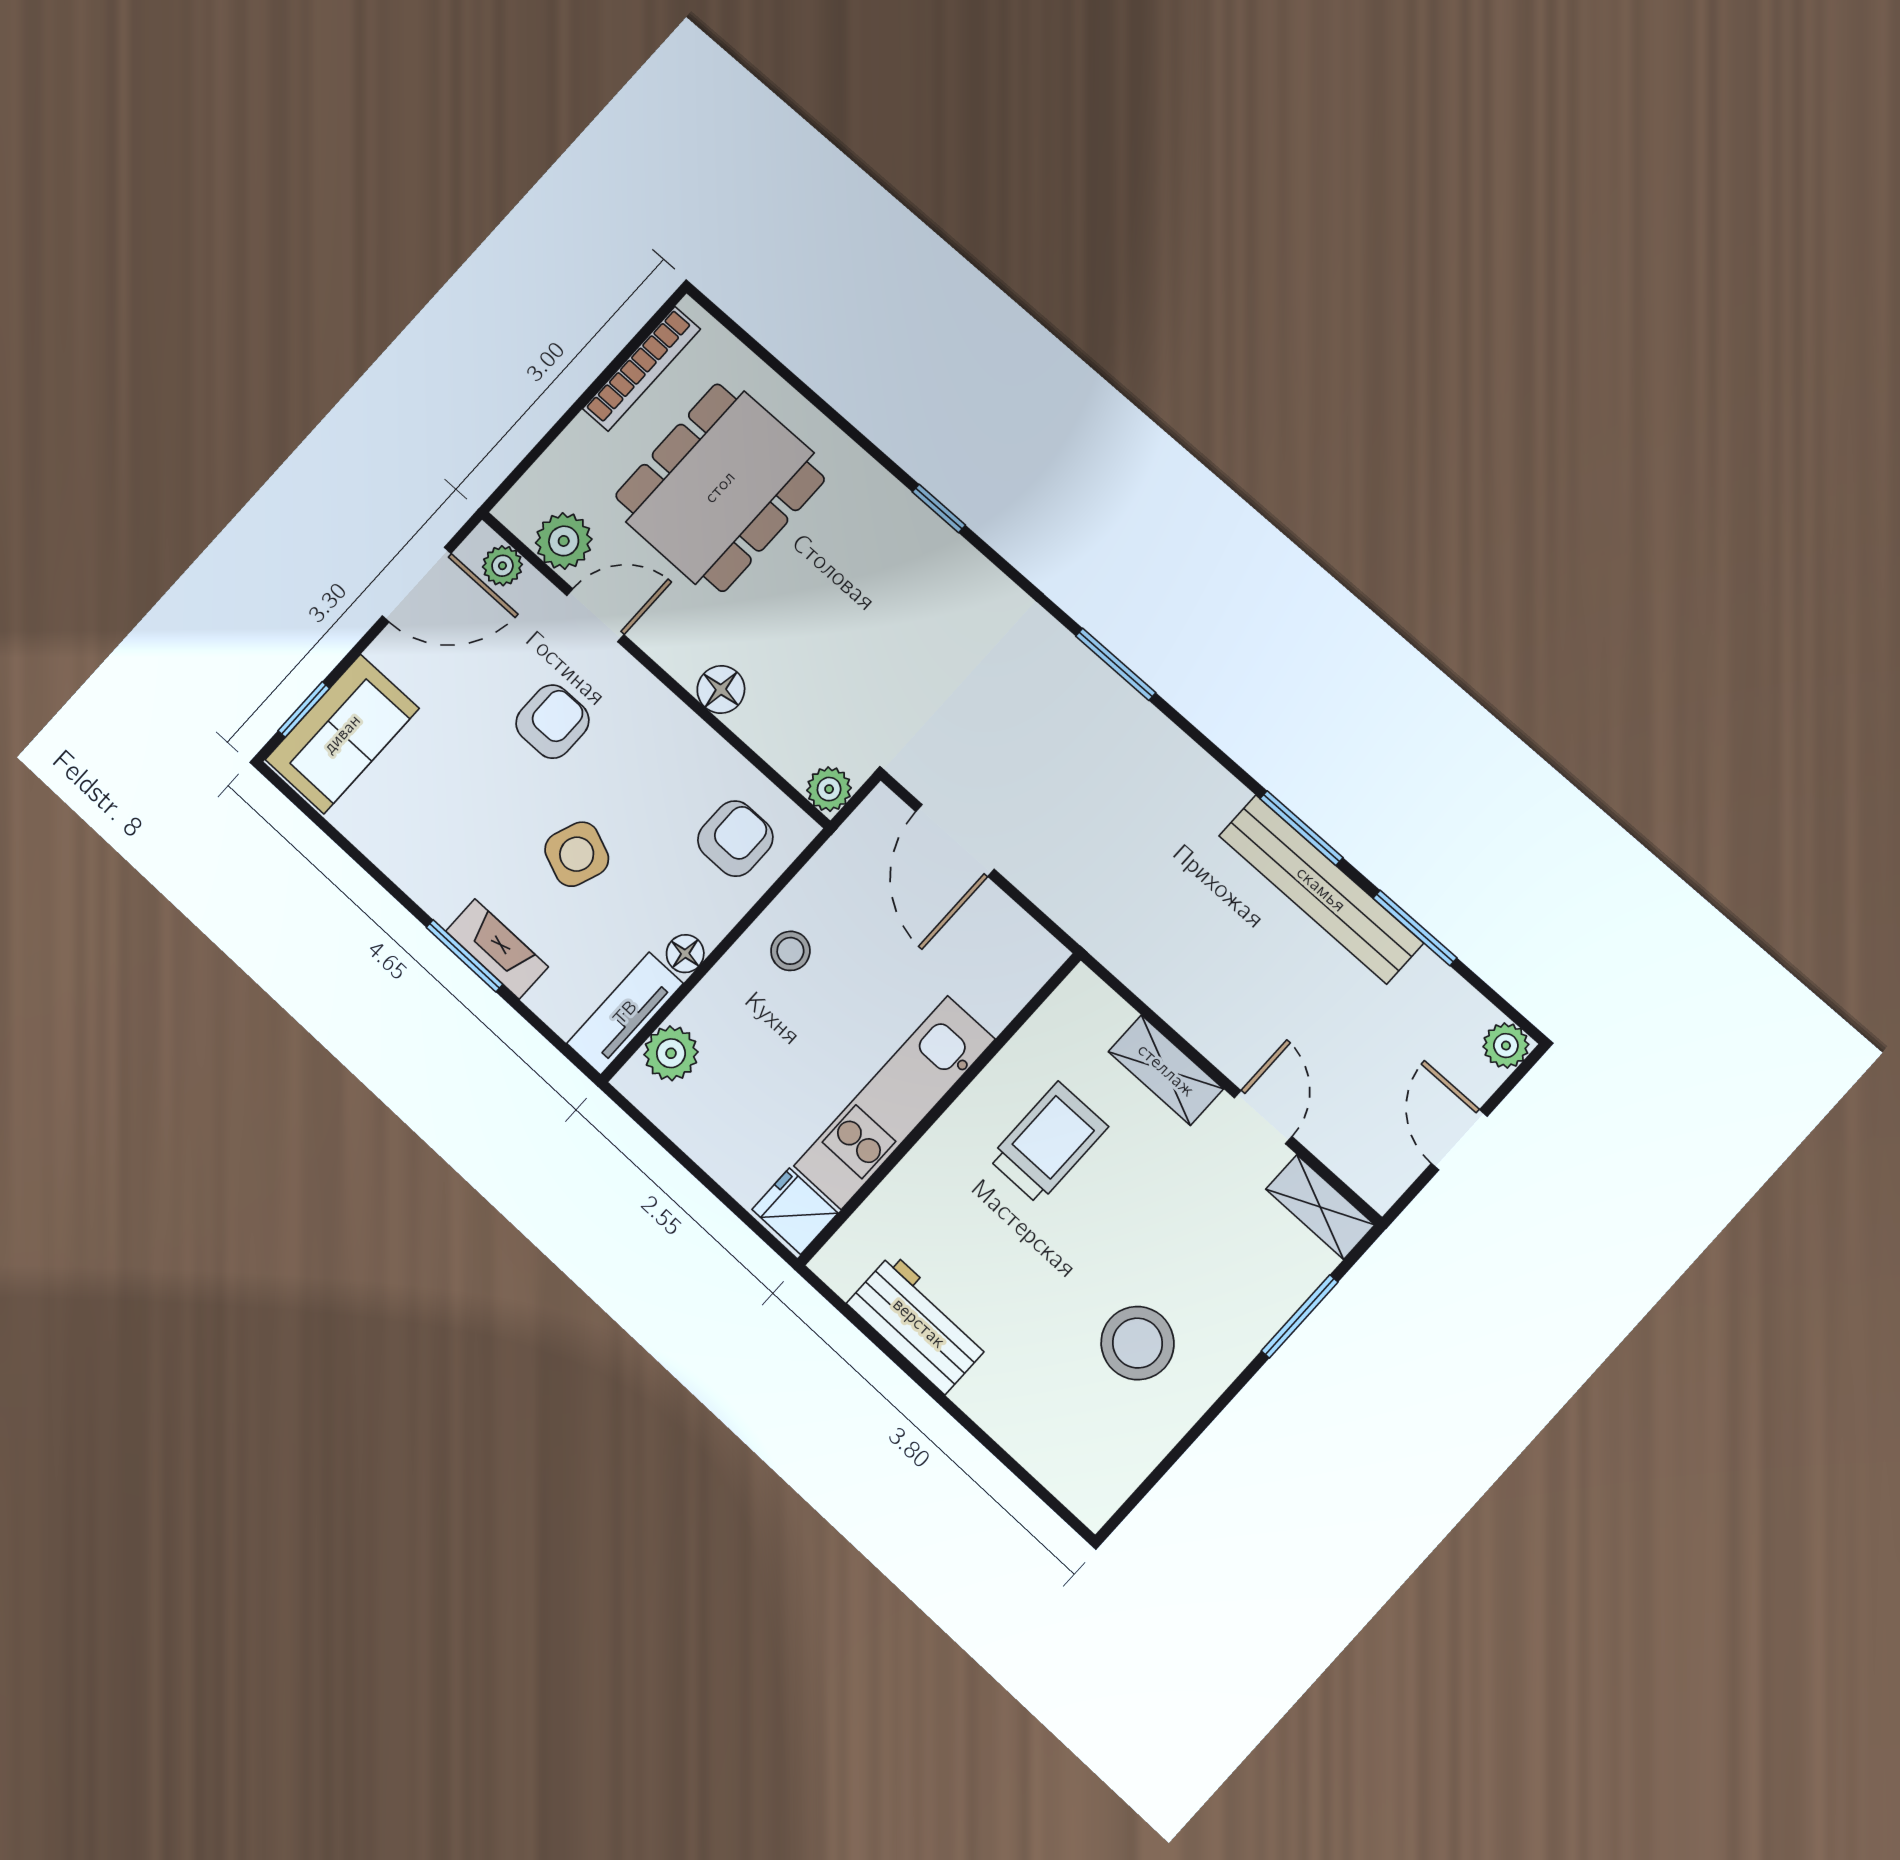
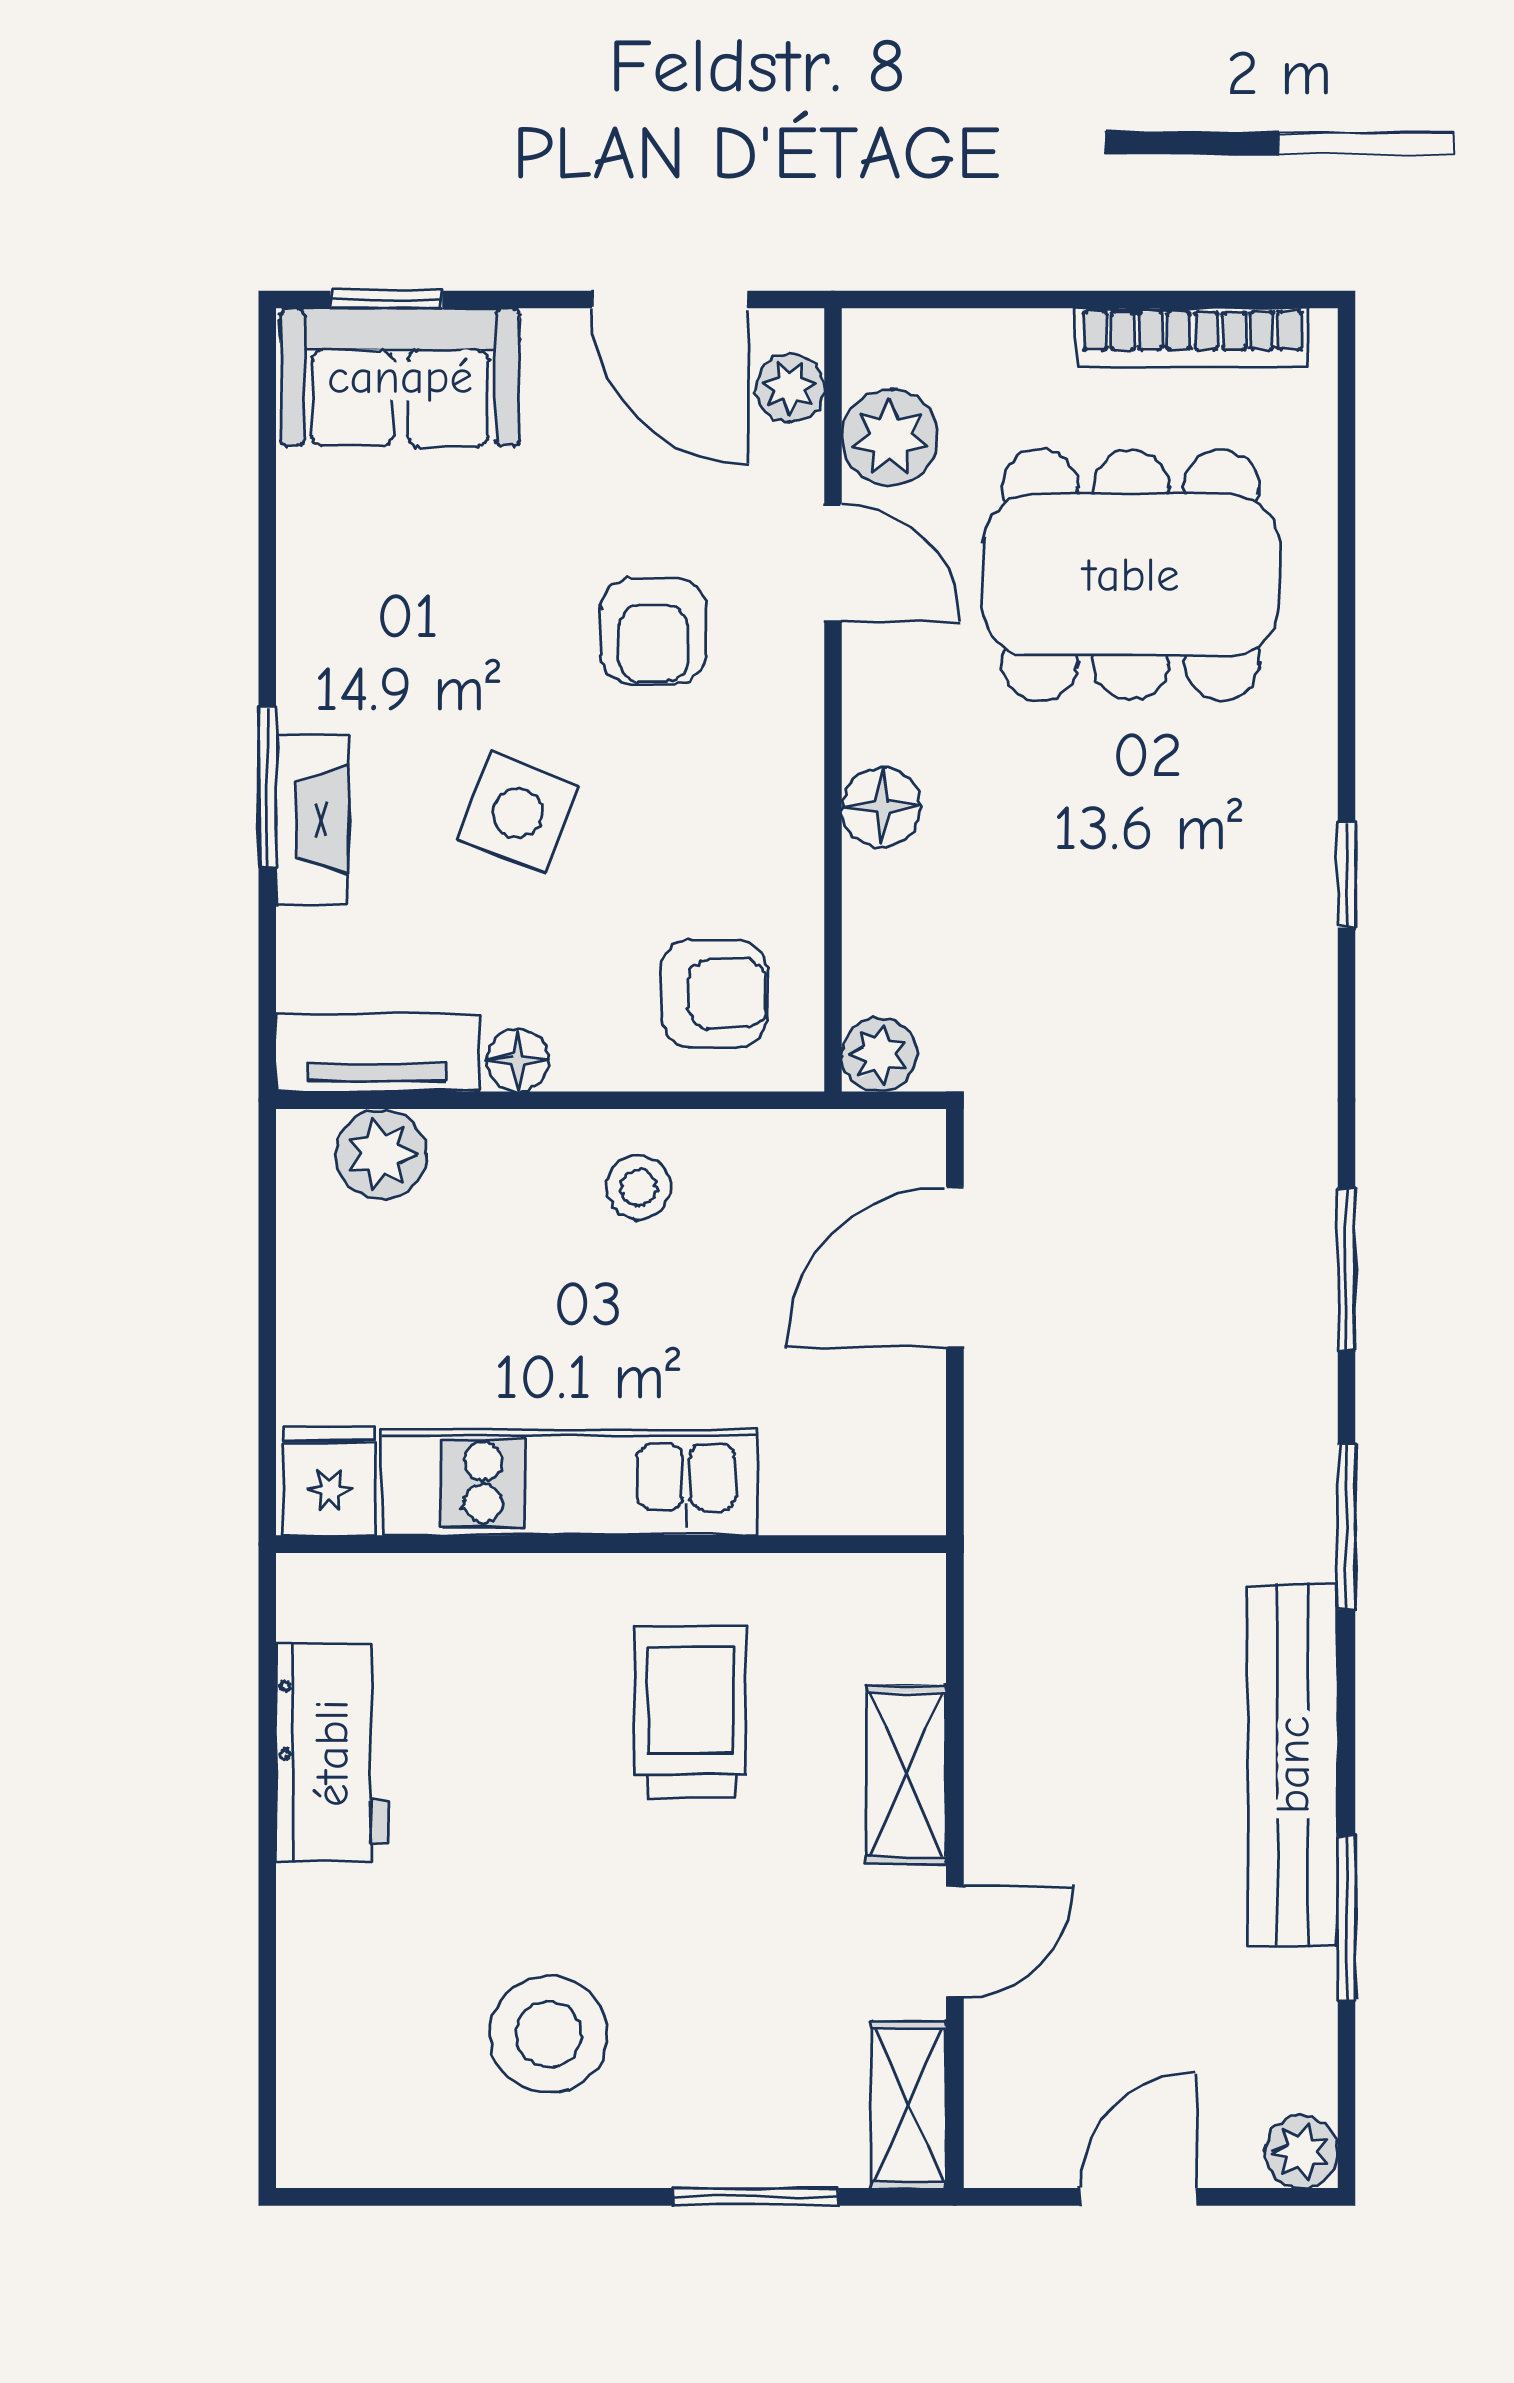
armchair: (552, 722) -> (653, 631), turned 90
window: (1302, 828) -> (1347, 1527), moved
trolley: (1048, 1143) -> (691, 1712), turned -90

